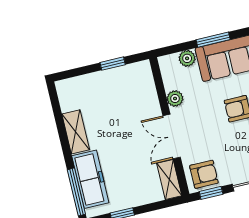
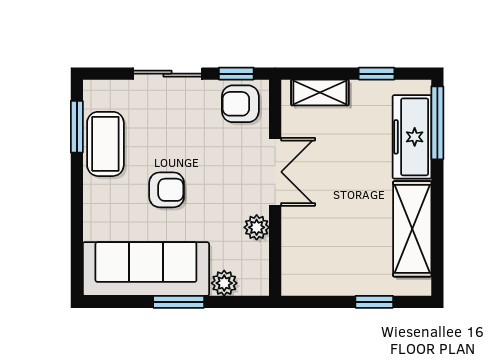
window: (113, 64) -> (374, 302), moved
shelving: (76, 132) -> (412, 229), width x1.50, depth x1.33
shelving: (169, 180) -> (320, 92), moved, turned 90

